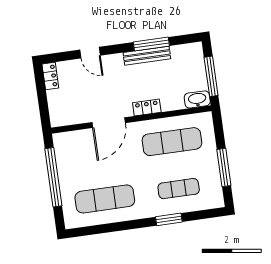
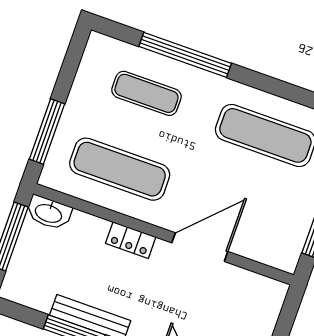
window: (224, 167) -> (47, 132), moved
window: (169, 219) -> (185, 55), width x2.11

